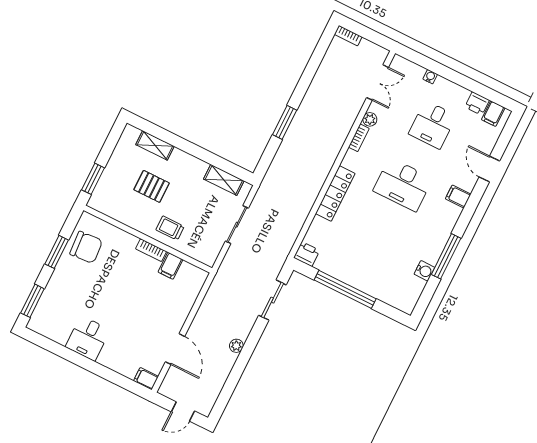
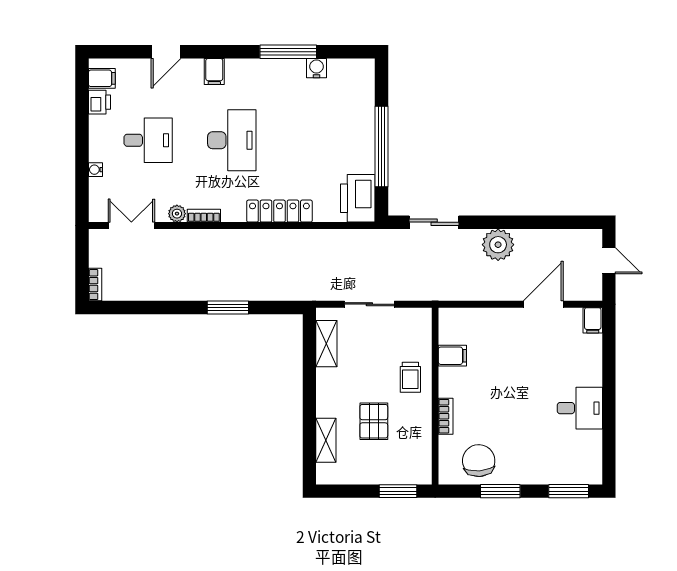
bookcase: (151, 250) -> (446, 416), moved
printer: (307, 254) -> (358, 198), width x1.87, depth x1.48
plant: (236, 346) -> (498, 245), width x1.88, depth x1.88

